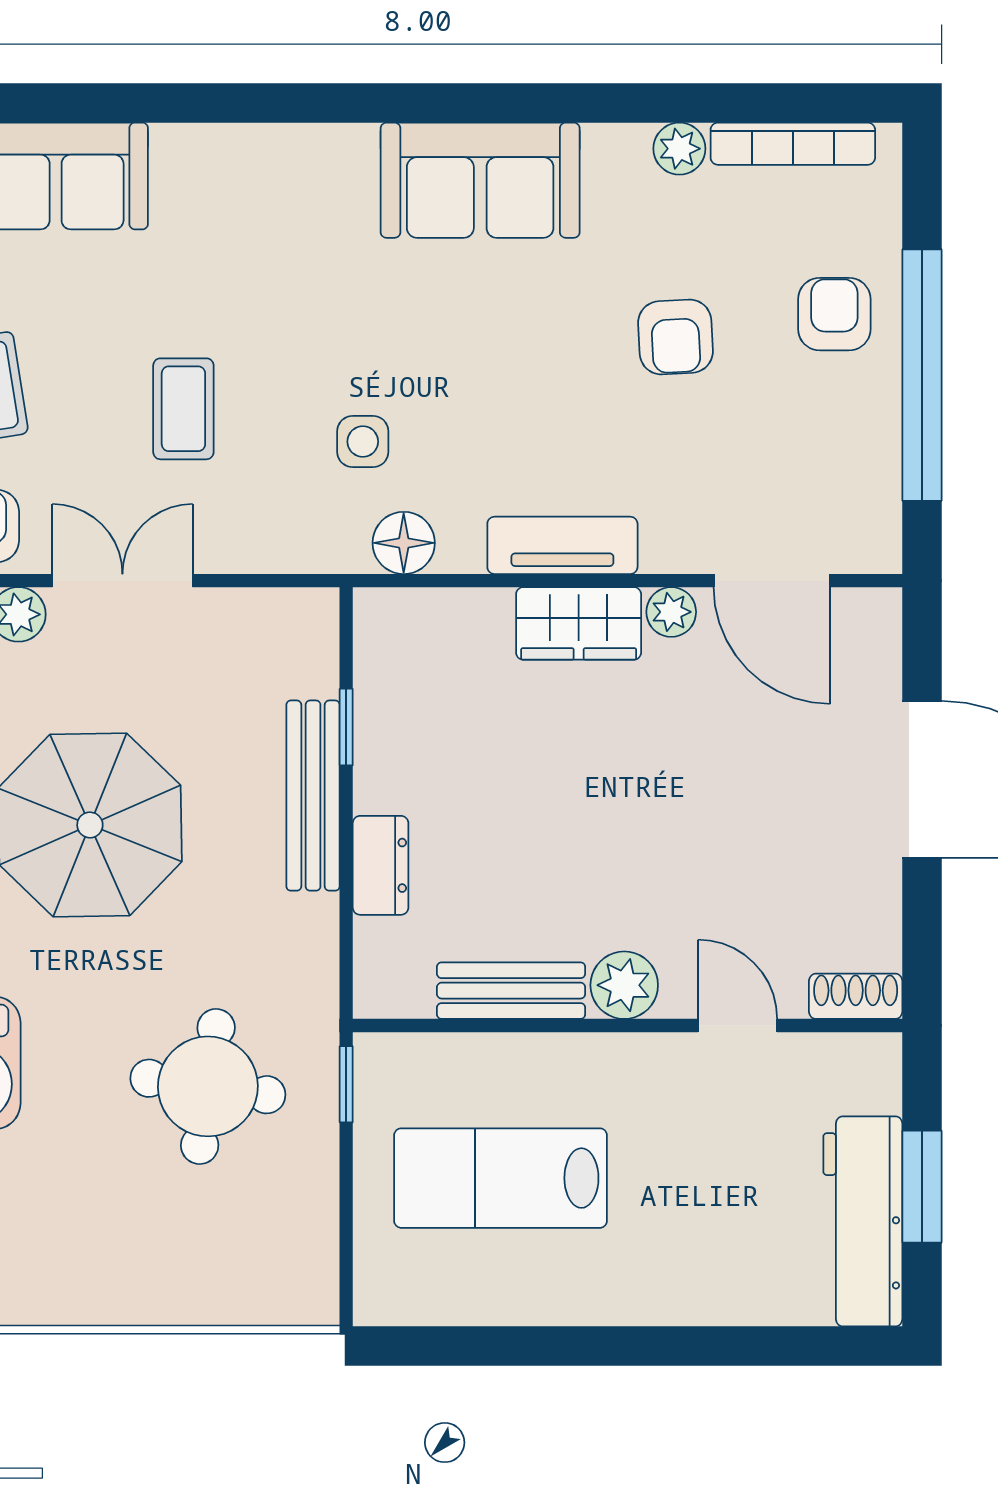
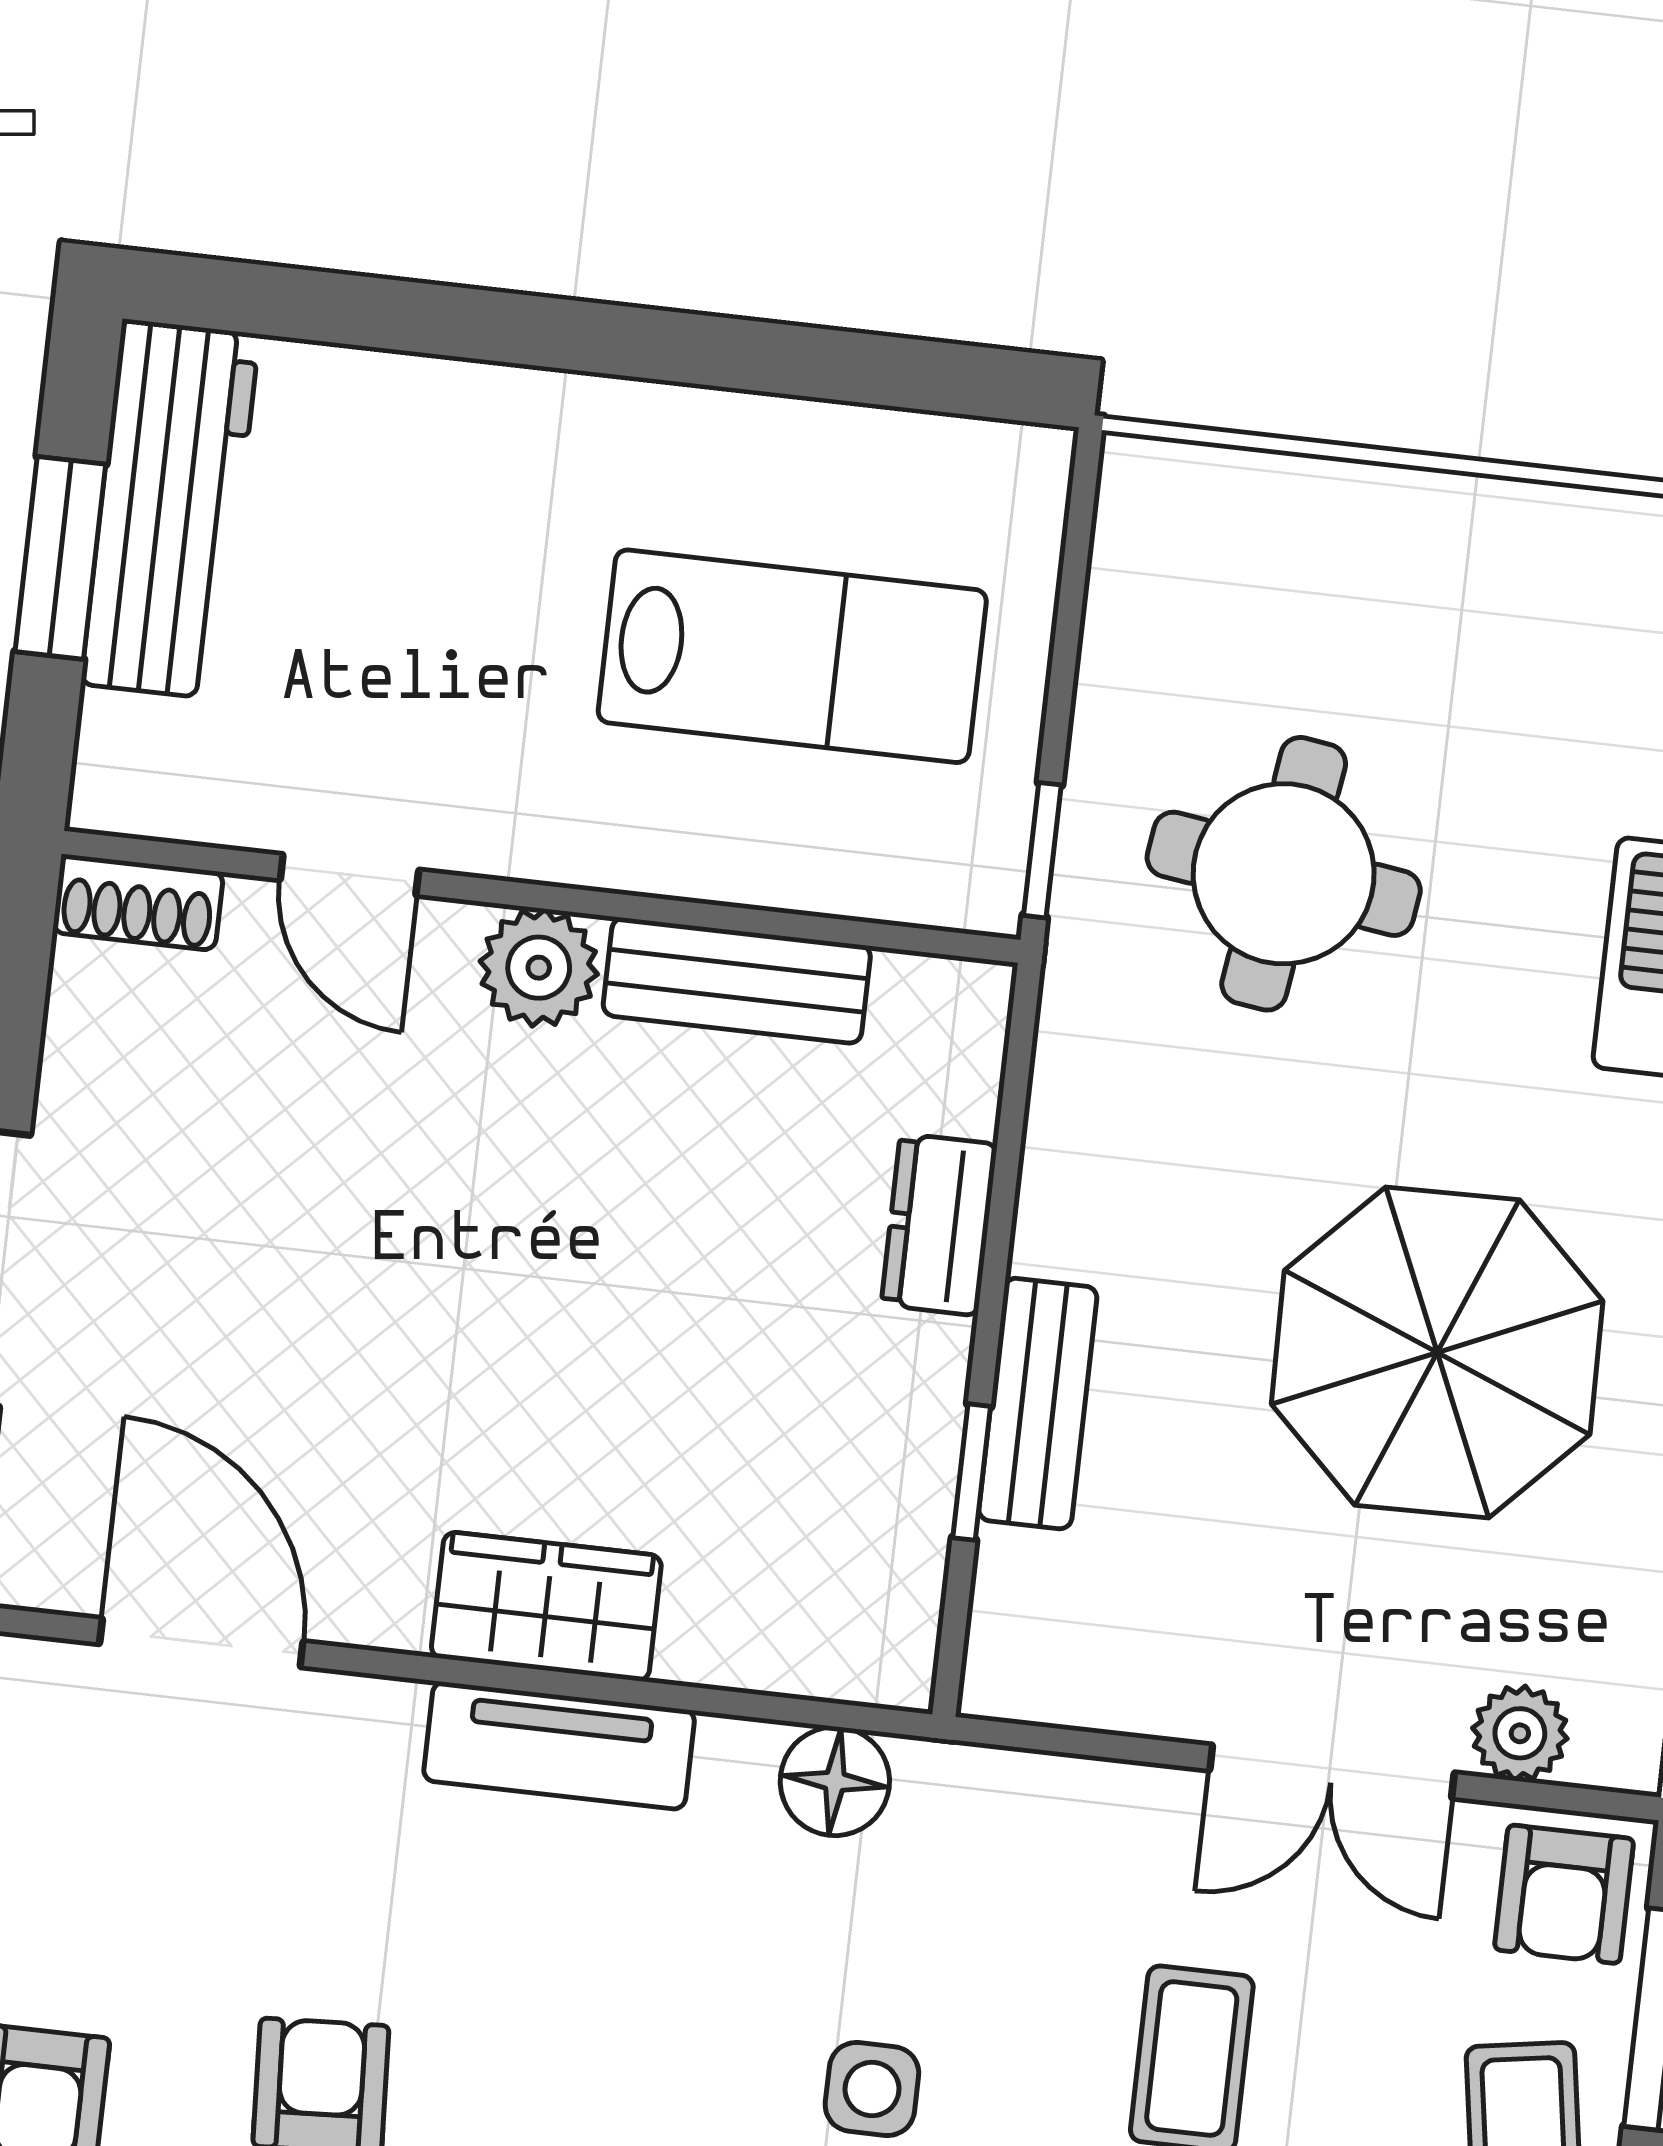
side table: (363, 442) -> (872, 2089), moved
plant: (671, 612) -> (383, 1608), removed
bench: (313, 796) -> (1038, 1404), width x0.73

